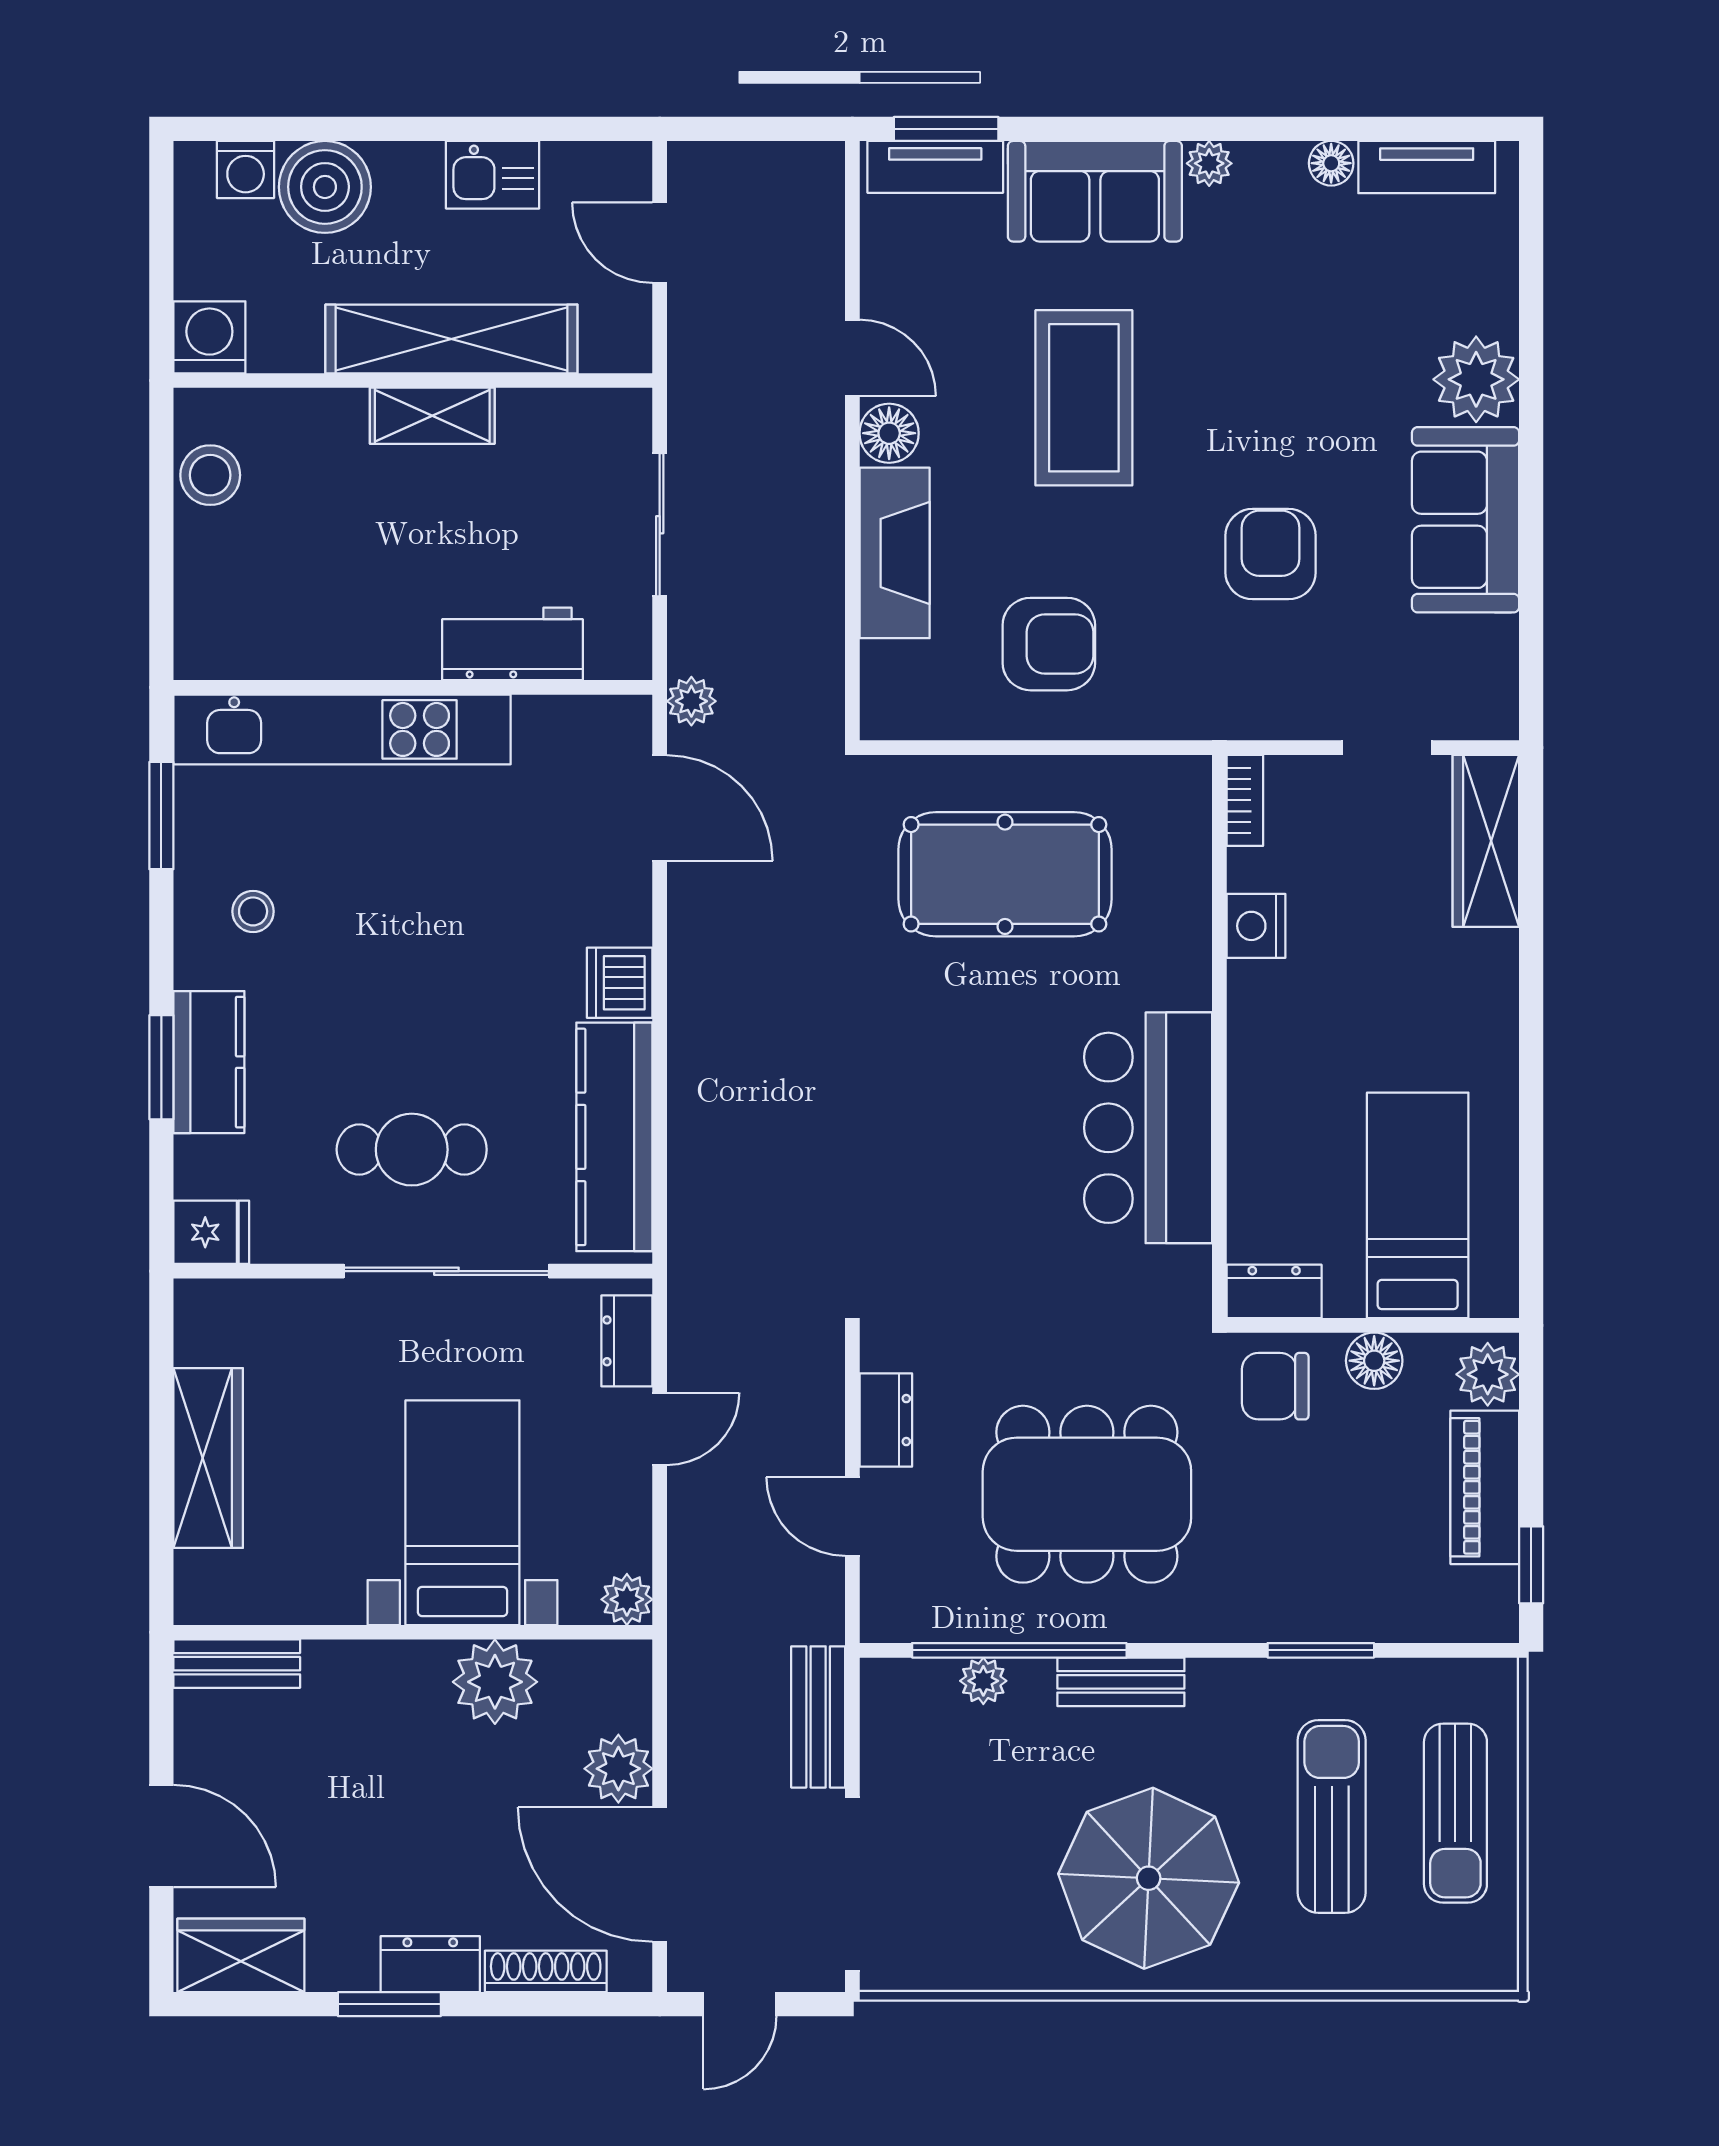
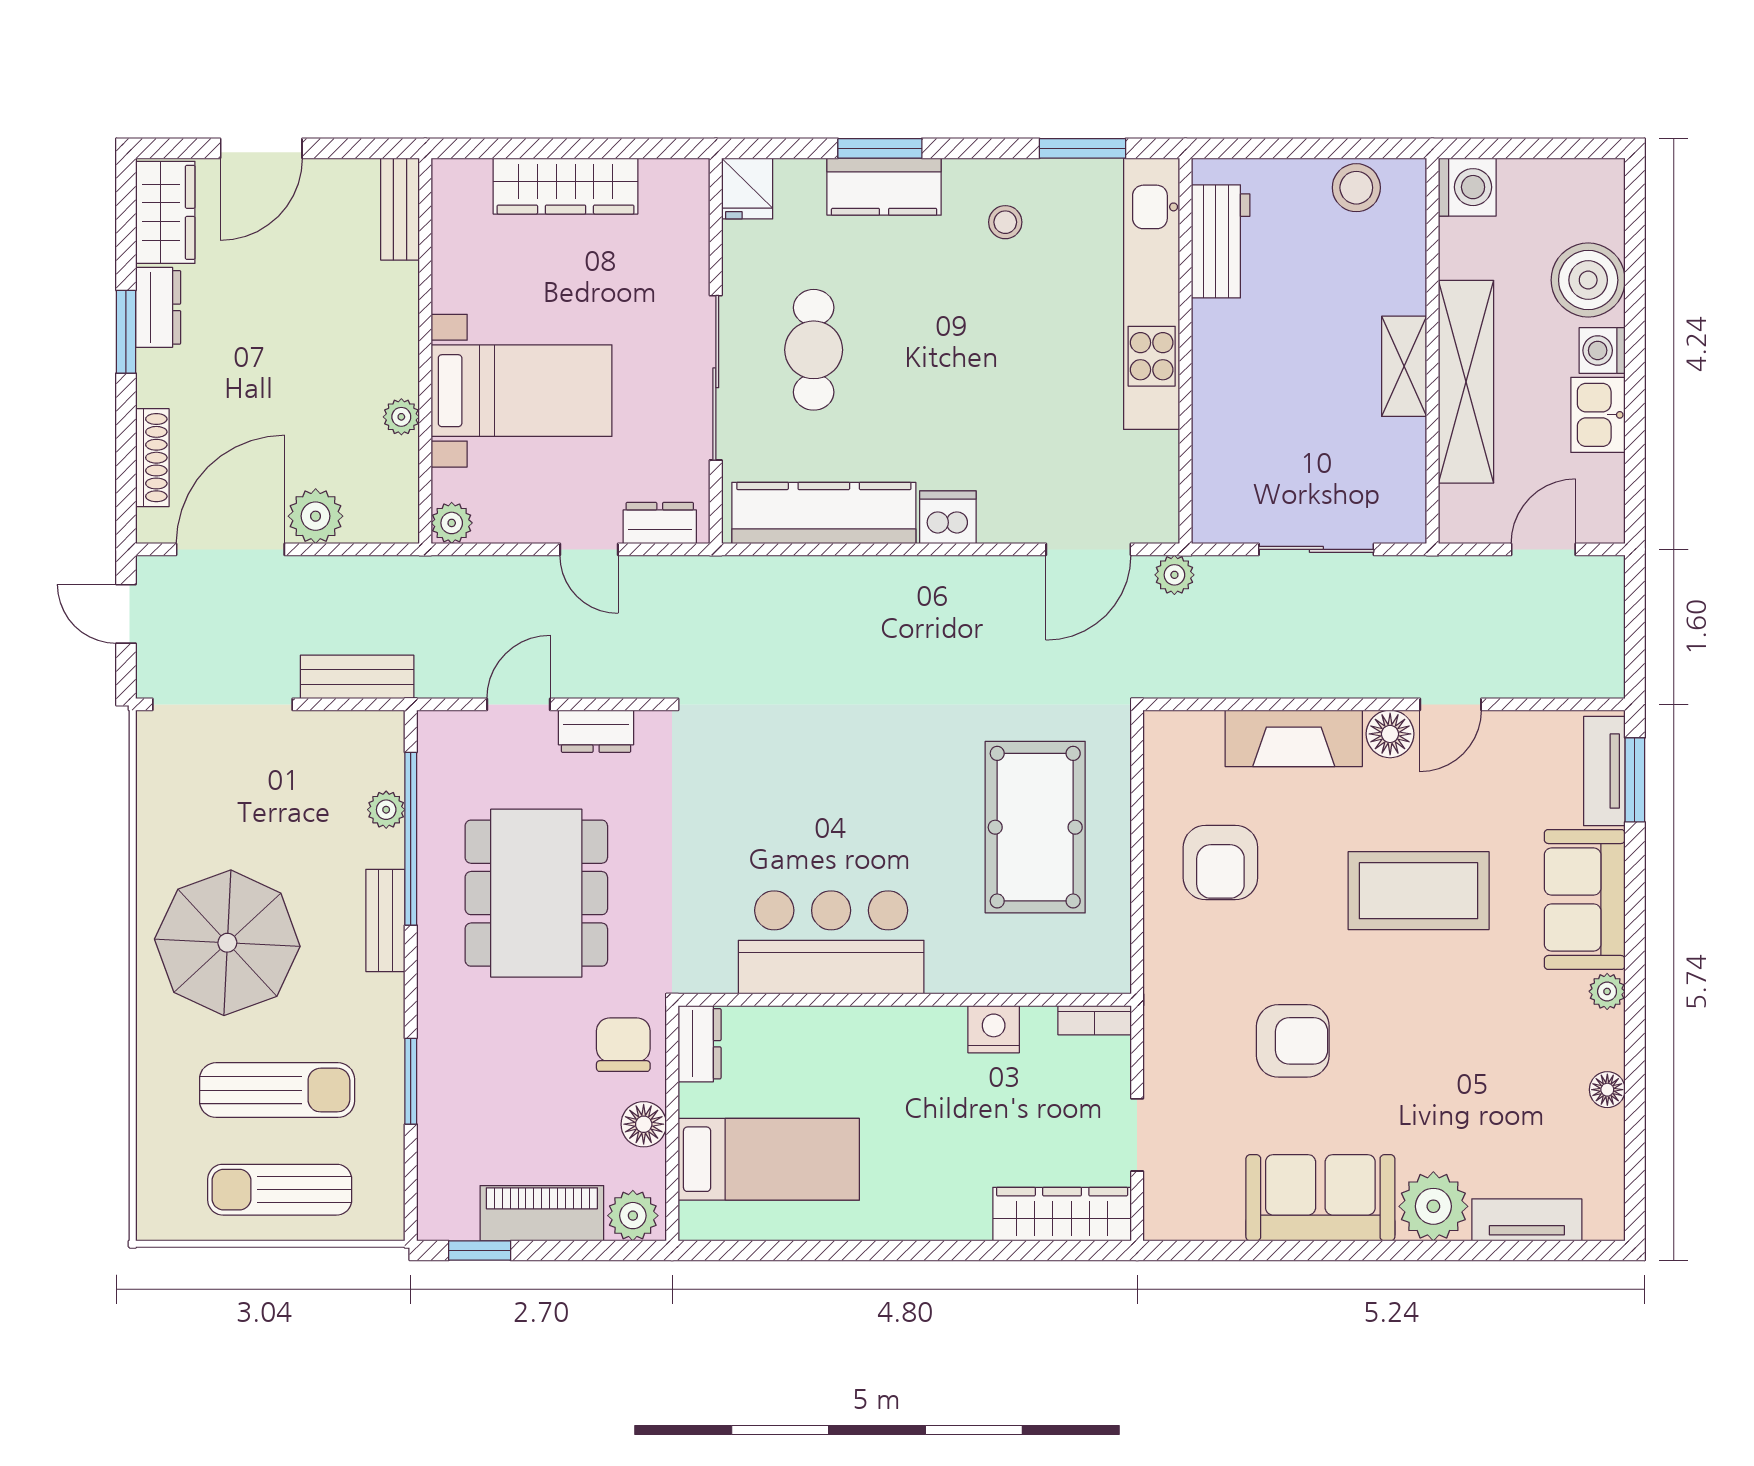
tv unit: (1427, 167) -> (1527, 1220), moved, turned 90
washing machine: (246, 170) -> (1602, 350), moved
workbench: (513, 644) -> (1221, 241), moved
plant: (495, 1682) -> (401, 417), width x0.53, depth x0.53
dresser: (430, 1964) -> (158, 307), moved

